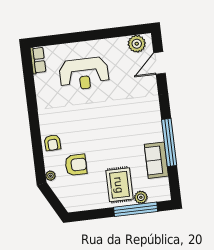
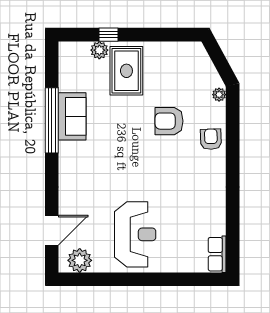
reception desk: (84, 74) -> (135, 234), moved, turned 90
sofa: (156, 160) -> (72, 116), moved
armchair: (76, 165) -> (169, 121), moved
window: (136, 209) -> (108, 35), width x0.32

